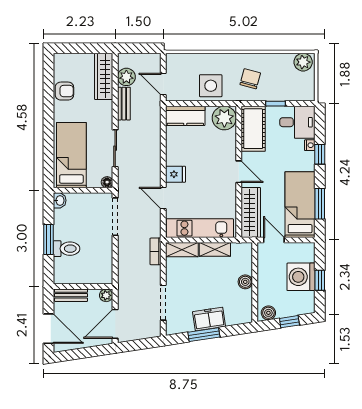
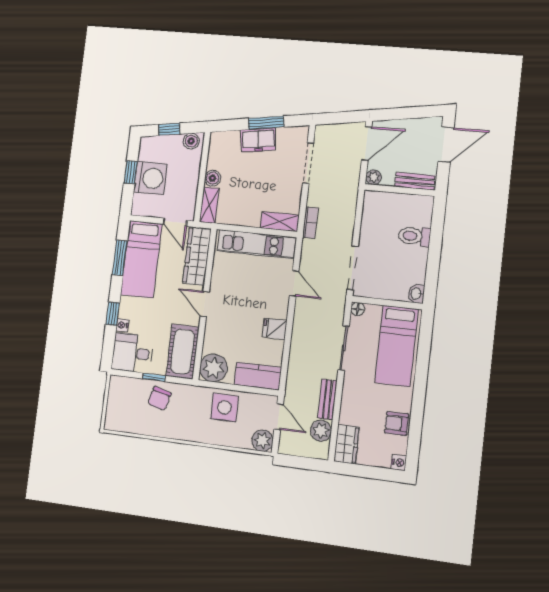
nightstand: (59, 59) -> (399, 463), added
plant: (303, 62) -> (262, 441), moved
wardrobe: (104, 76) -> (347, 444), width x0.67
chair: (250, 79) -> (159, 398), moved
fridge: (175, 174) -> (275, 329), moved
window: (49, 239) -> (435, 249), removed
shelving: (215, 249) -> (209, 205), moved, turned 90
door: (49, 329) -> (446, 145), swing flipped

